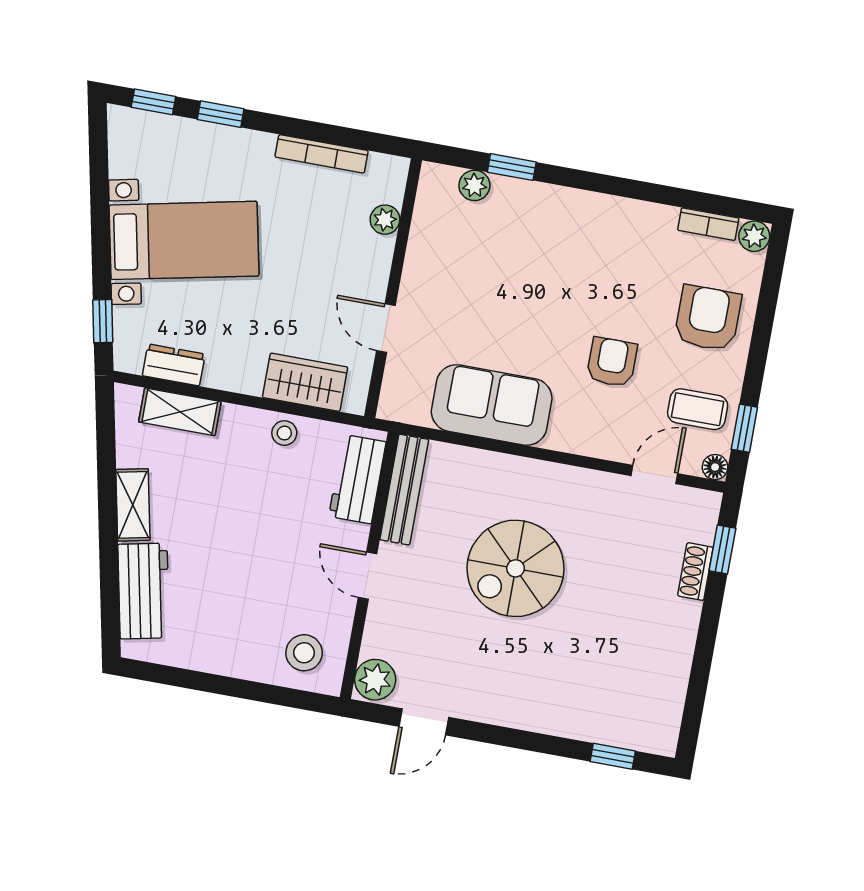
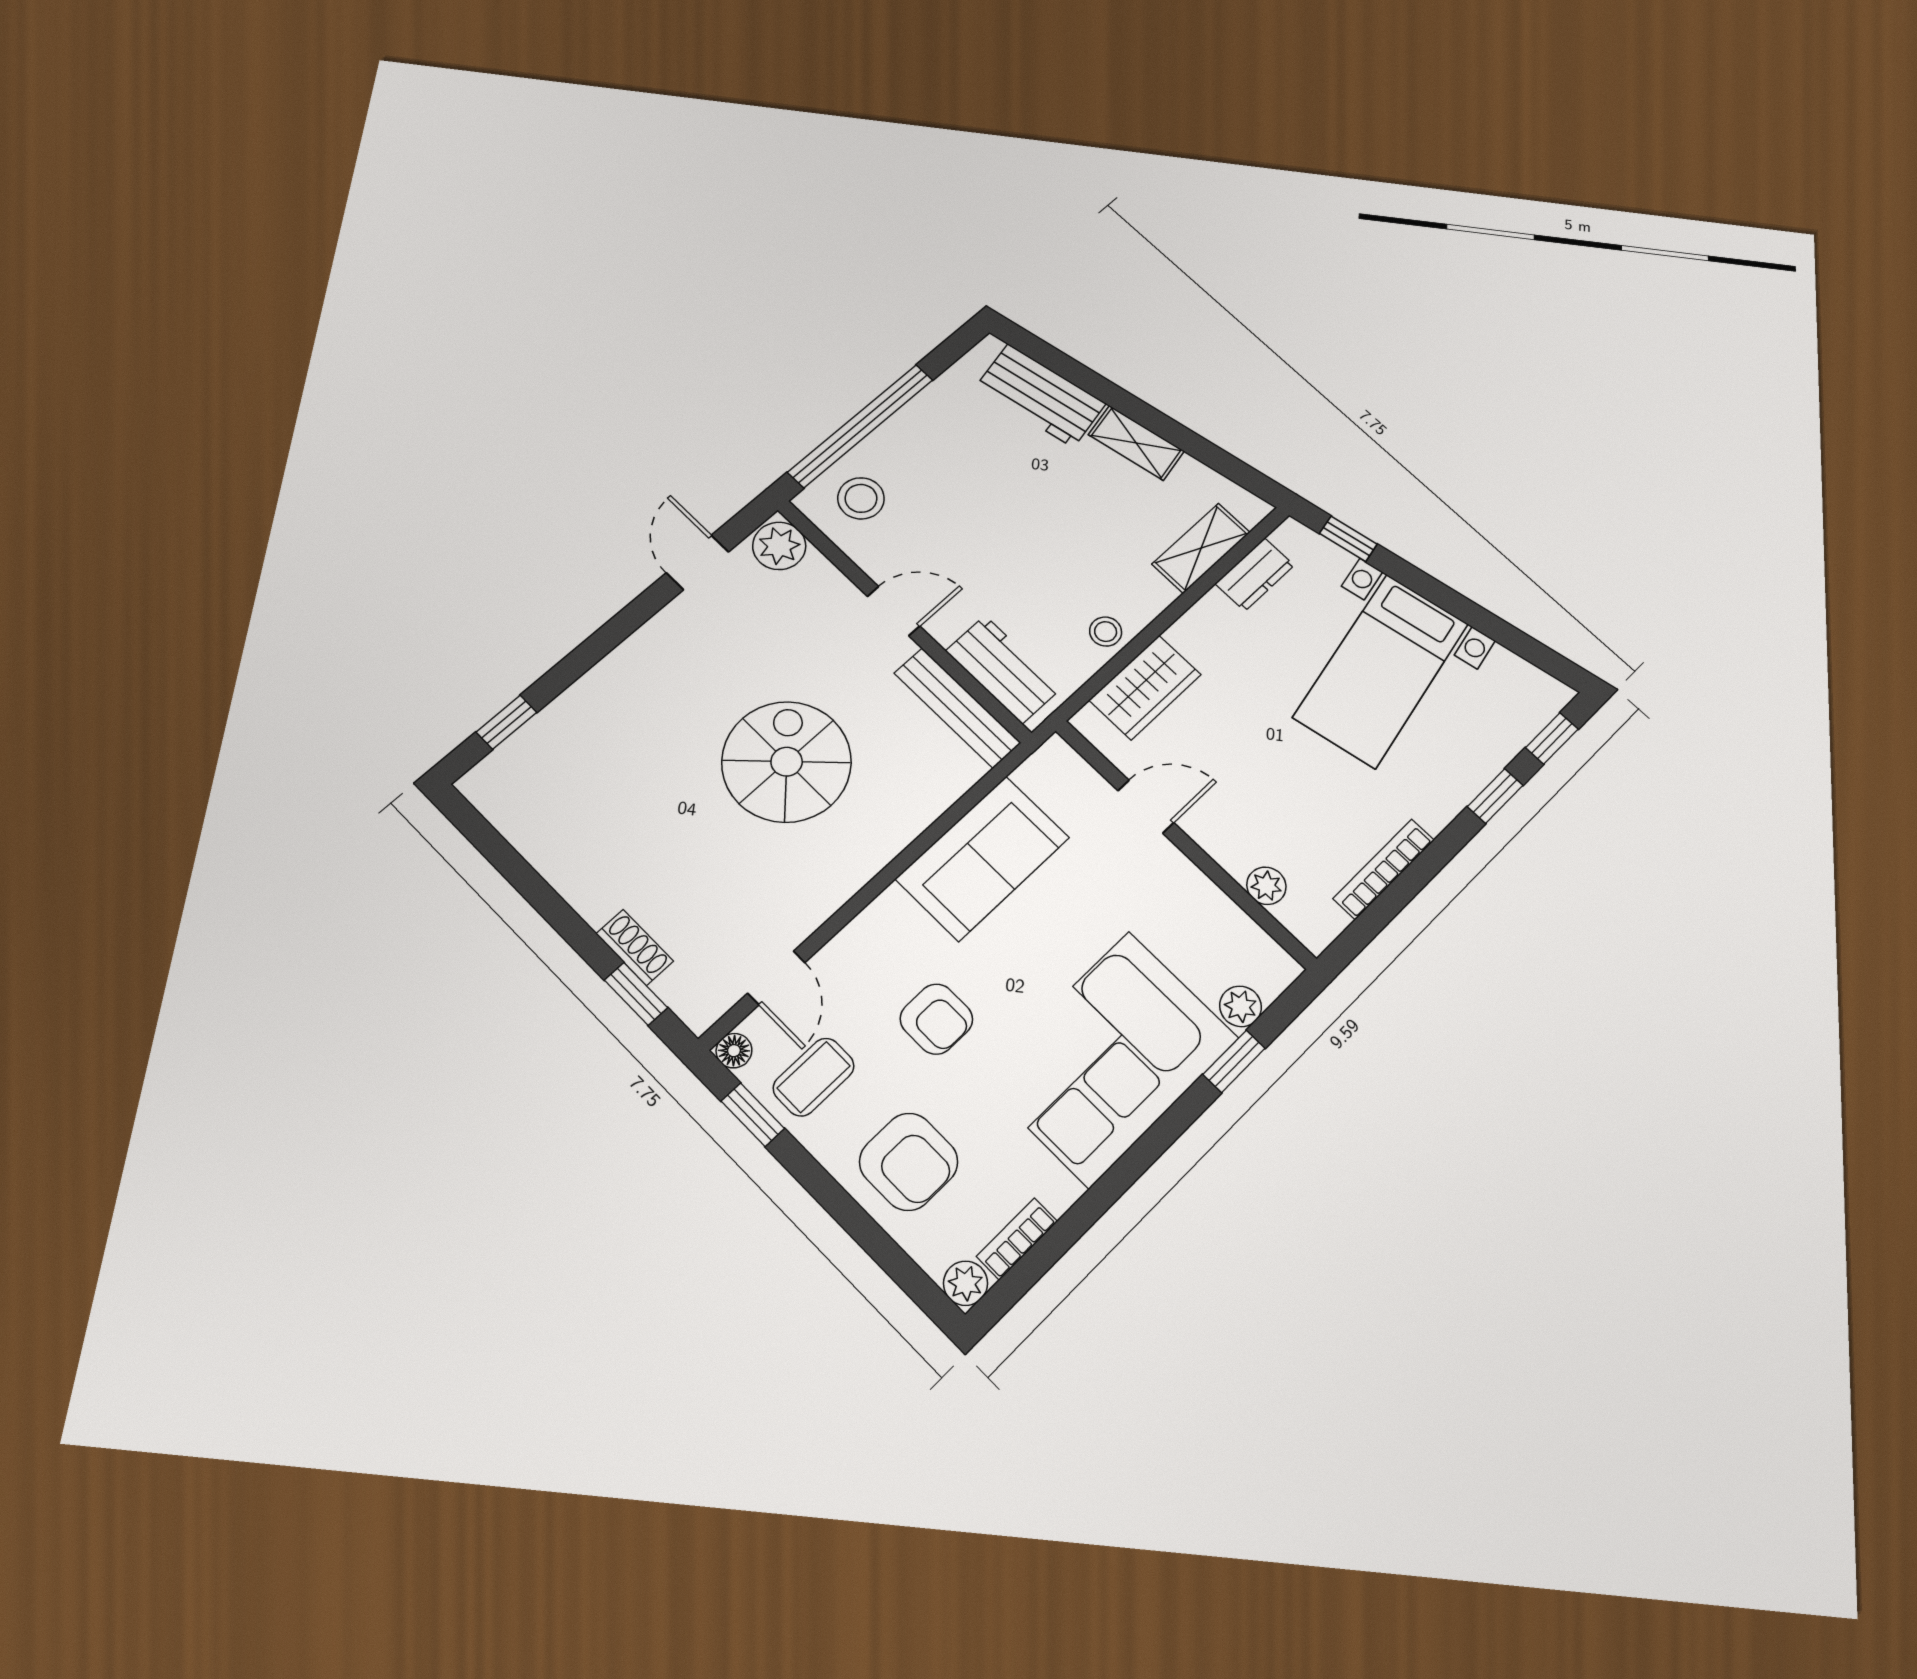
corner sofa: (563, 243) -> (1109, 1058), added
window: (252, 691) -> (861, 426), added

